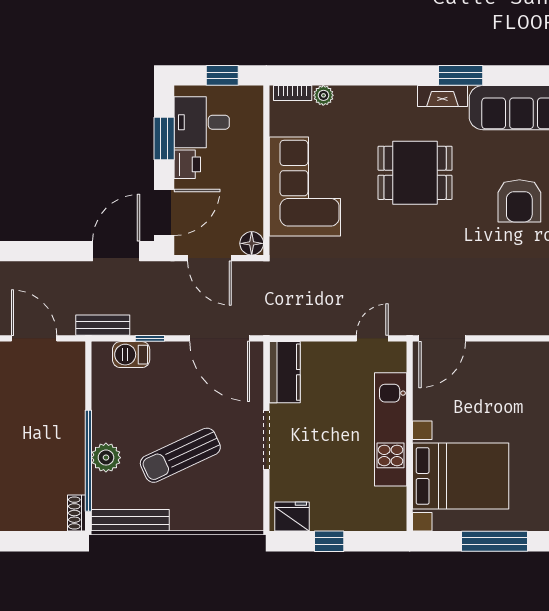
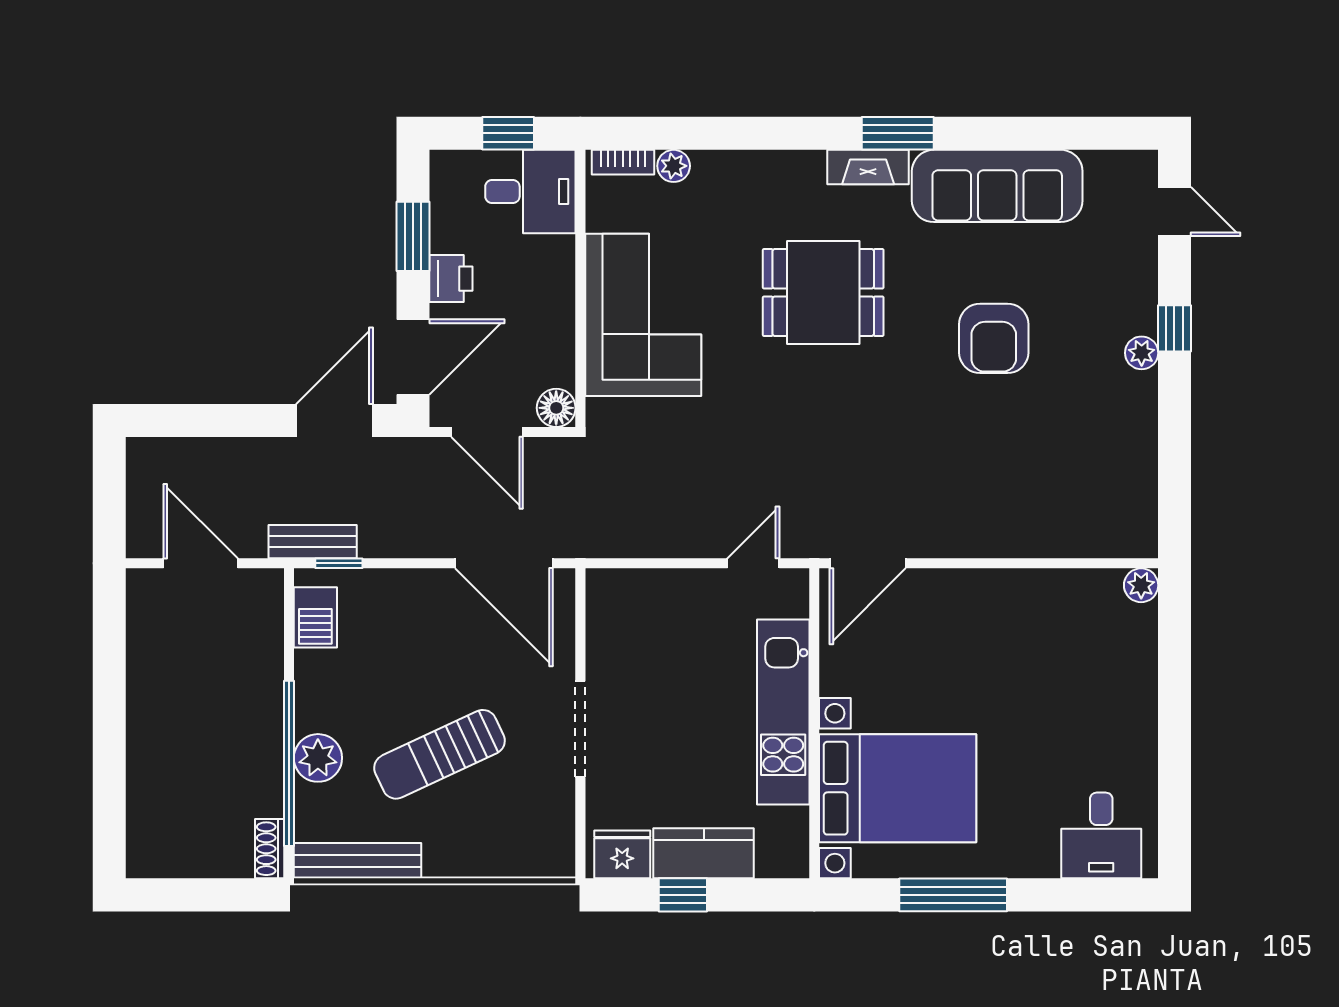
desk: (202, 122) -> (530, 191), moved, turned 180
window: (150, 338) -> (339, 563), moved
barbecue: (131, 355) -> (315, 617), moved, turned -90
kitchen counter: (285, 372) -> (704, 853), moved, turned -90

